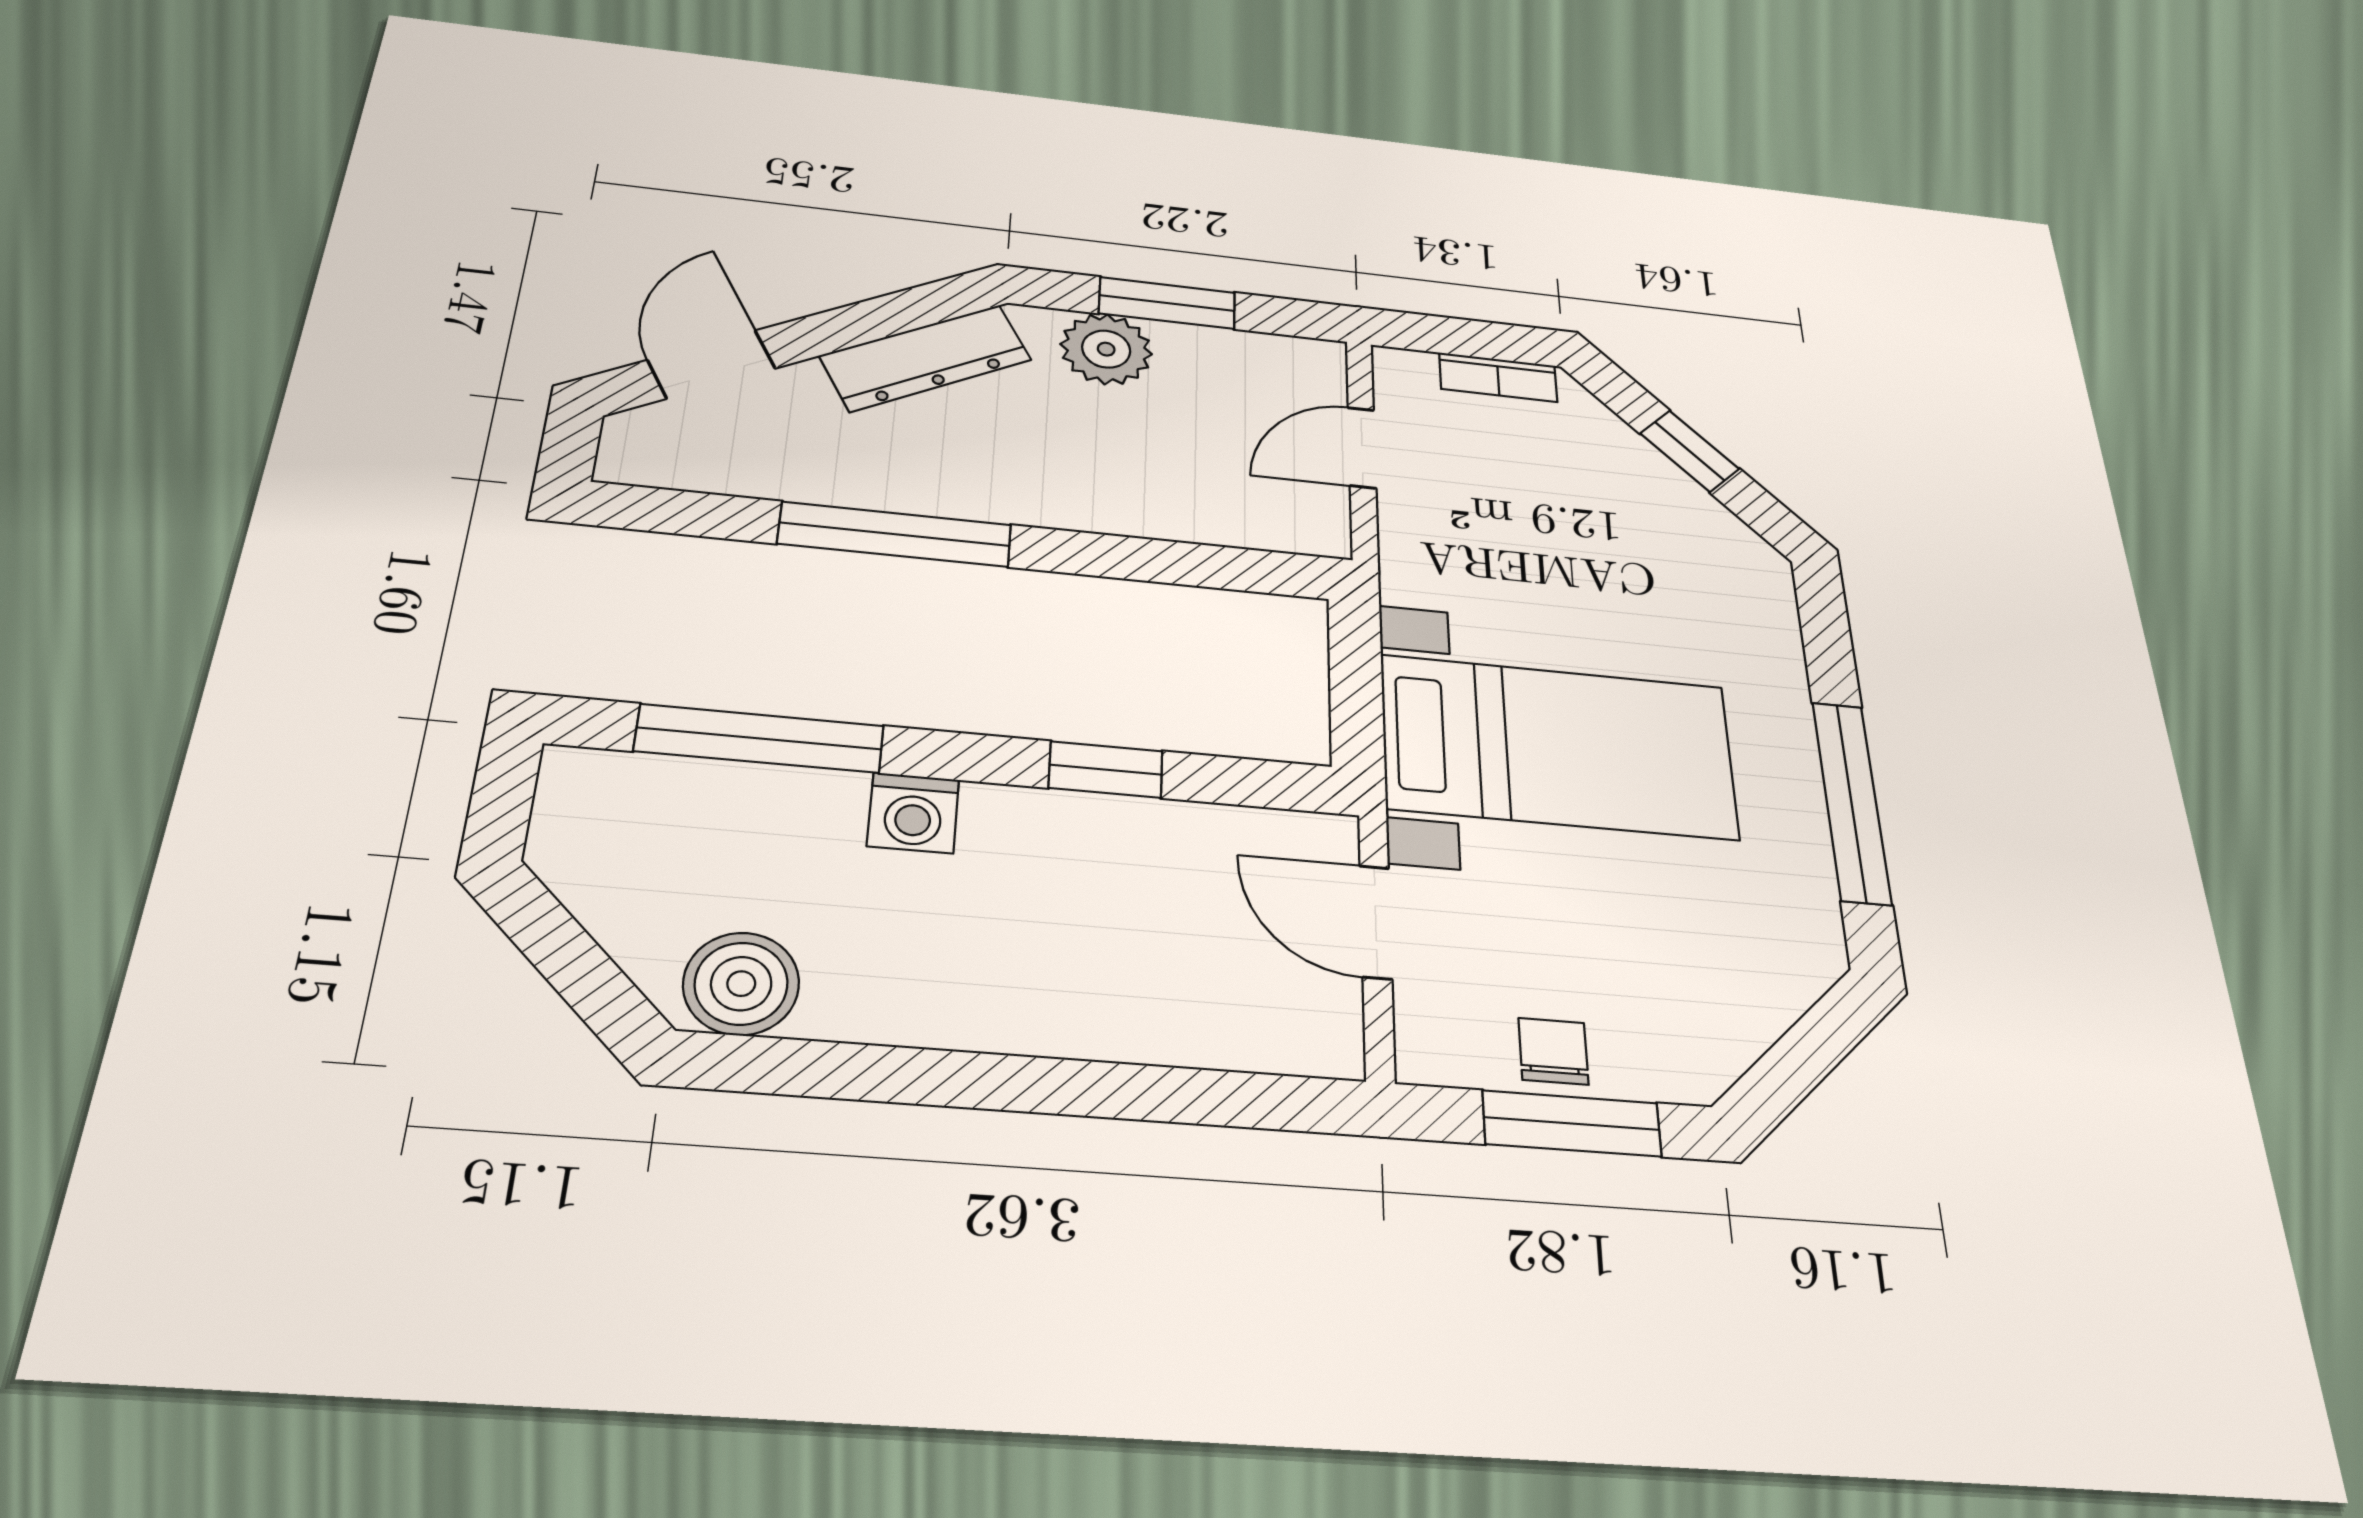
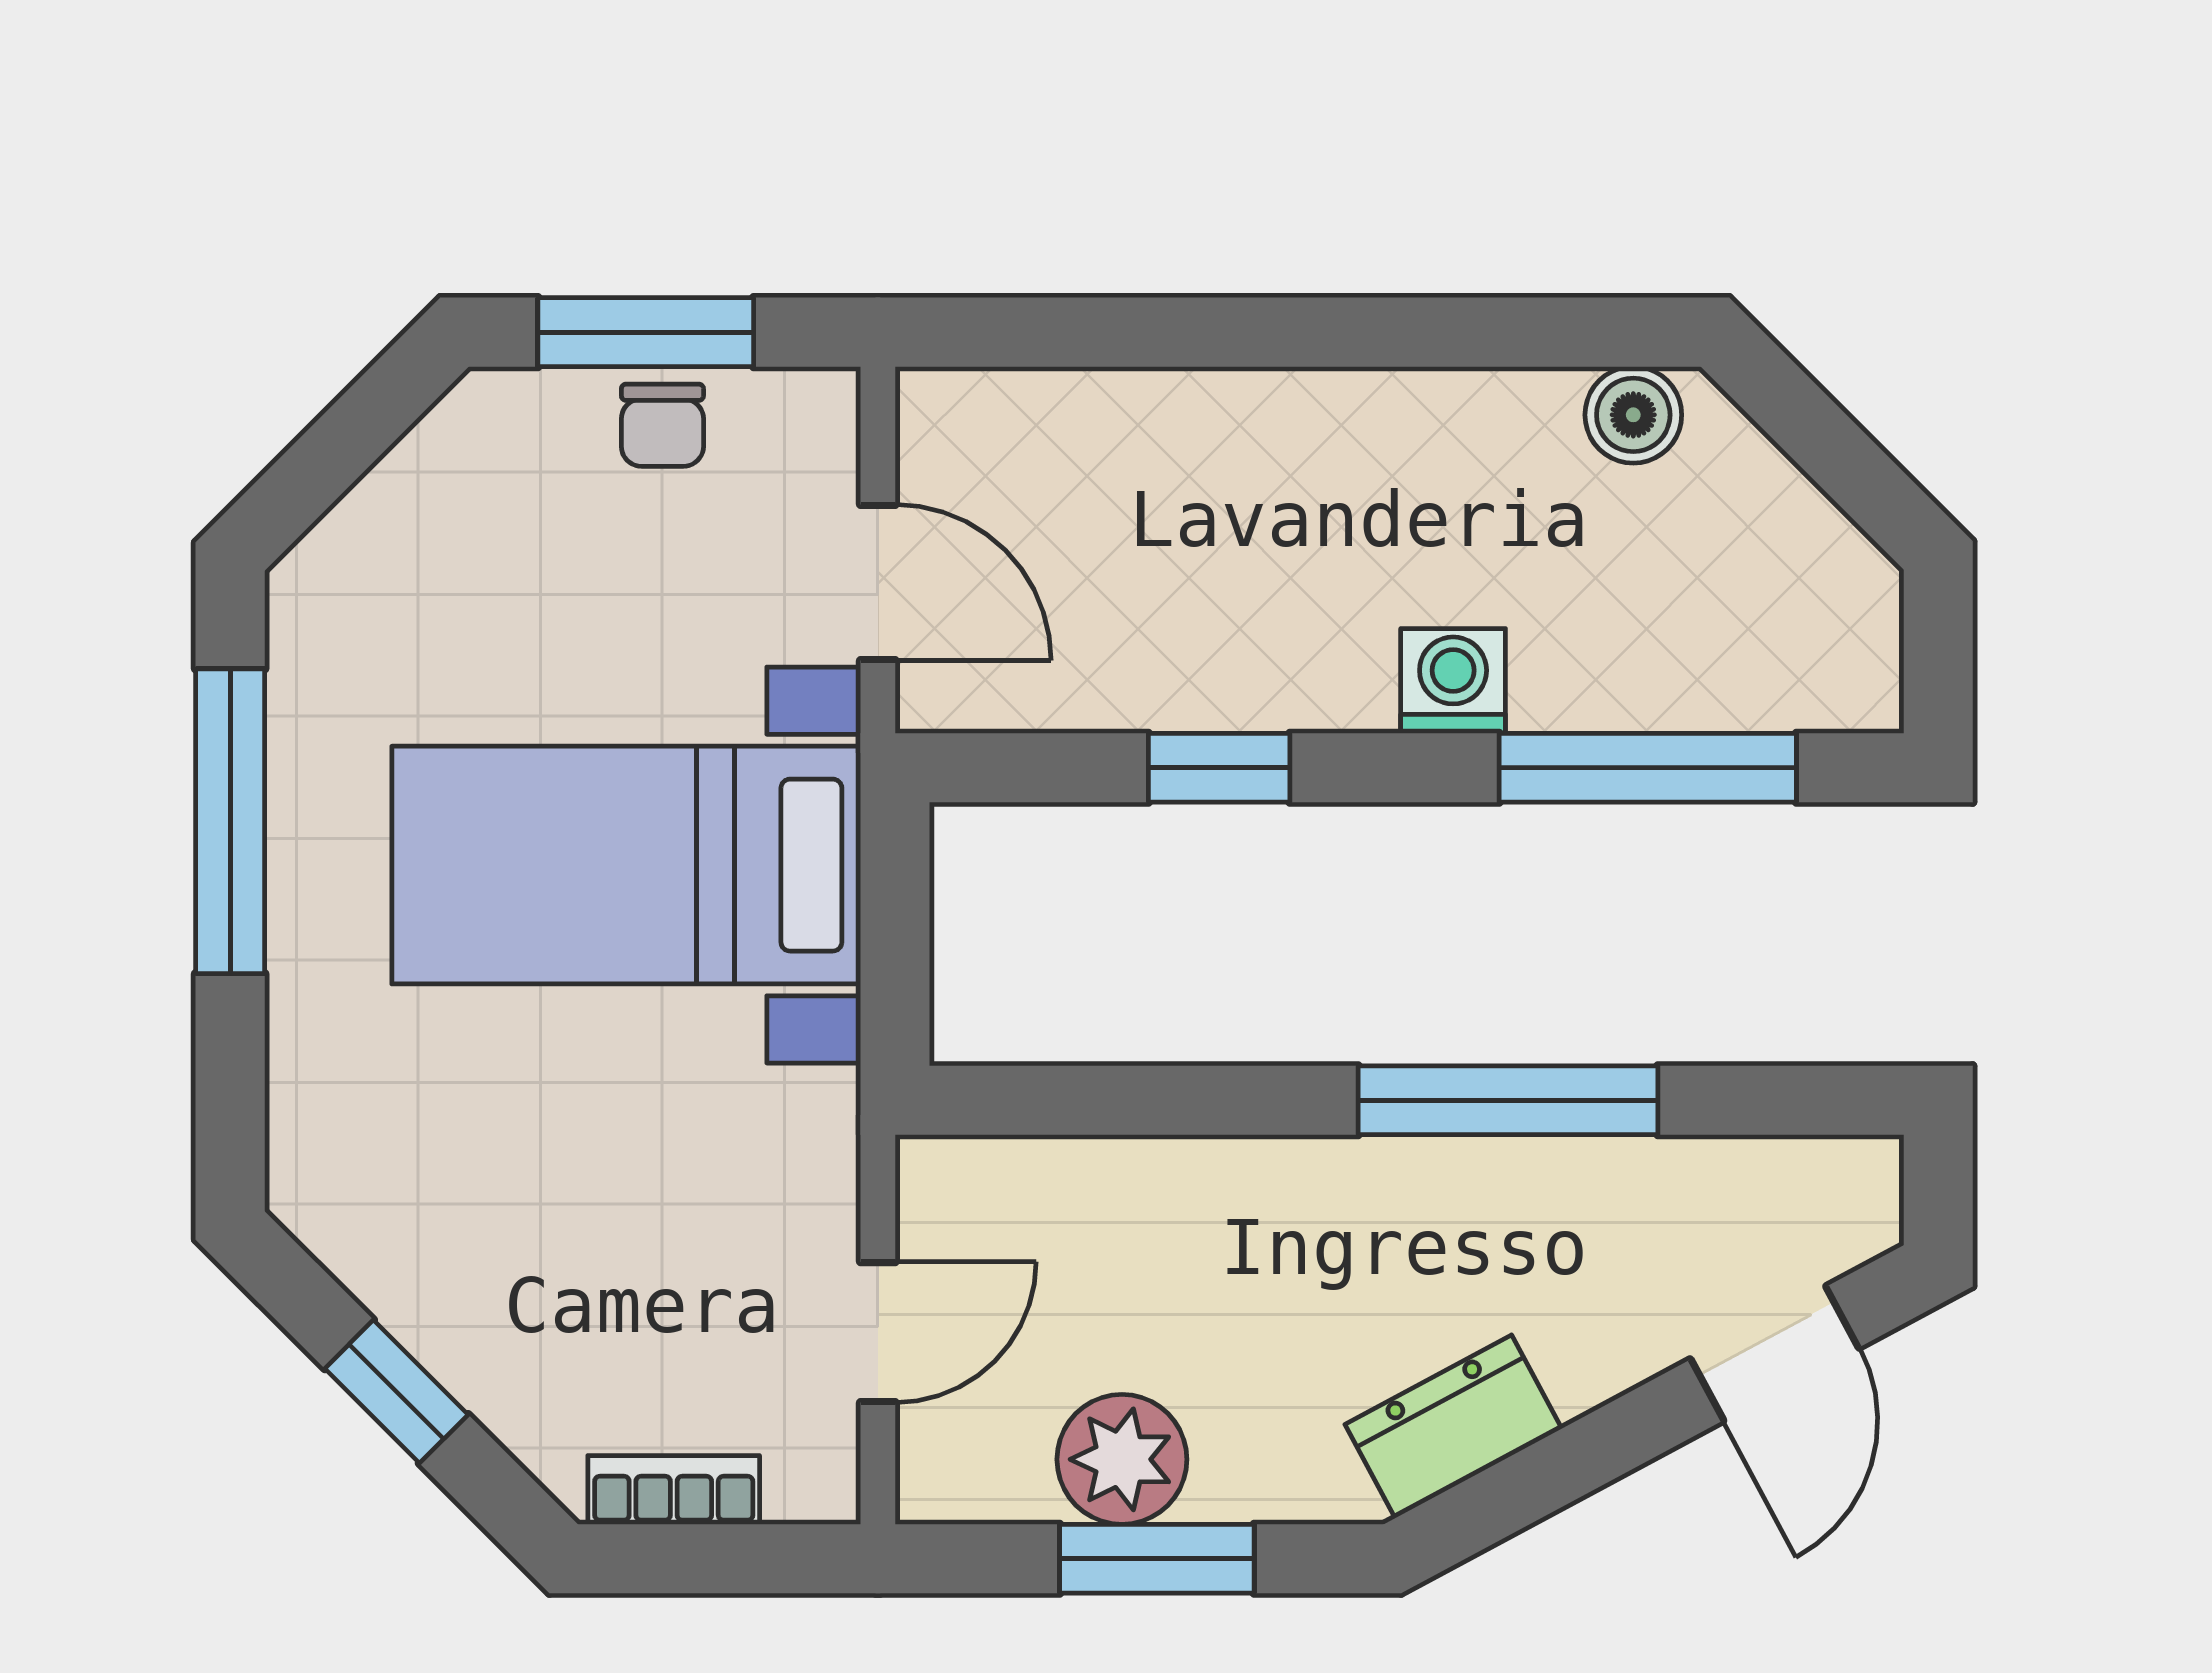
plant: (1106, 349) -> (1122, 1459), moved
dresser: (926, 358) -> (1453, 1427), width x0.70
boiler: (741, 984) -> (1633, 415), width x0.73, depth x0.73

